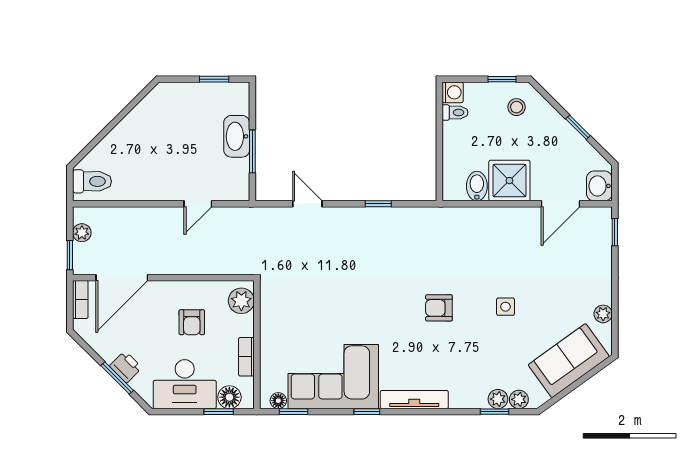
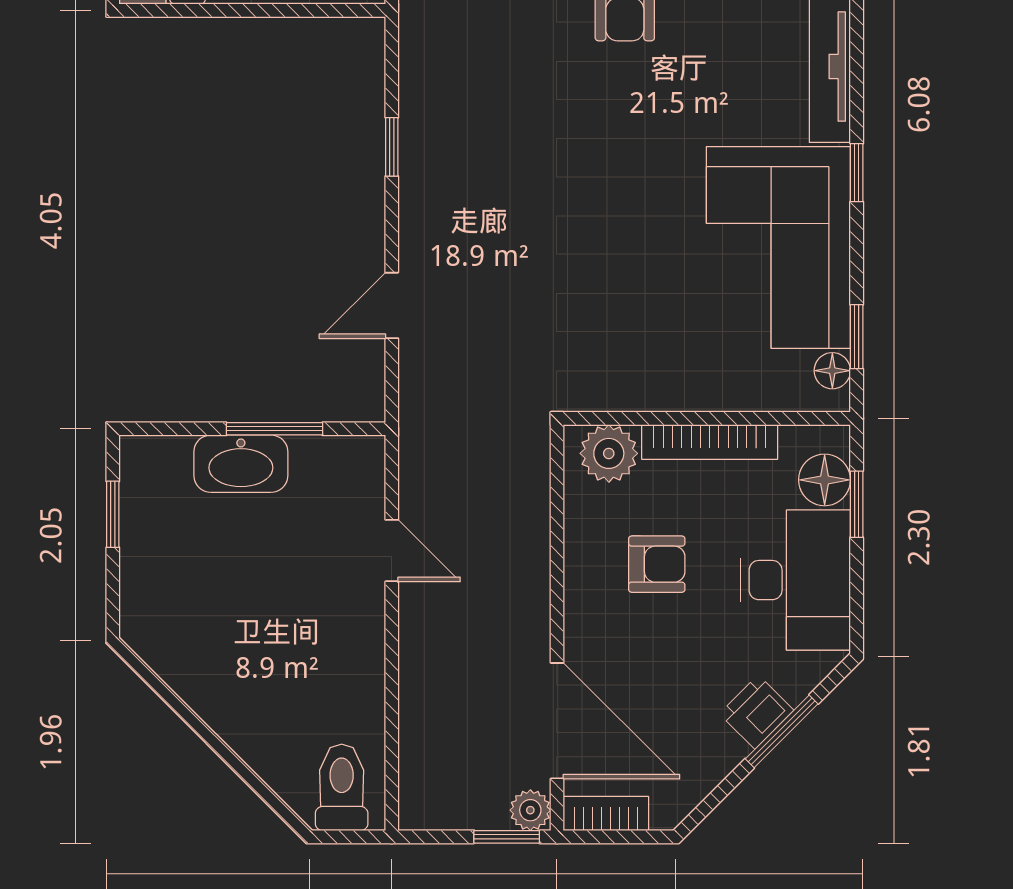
plant: (82, 233) -> (530, 810), moved
bookcase: (246, 357) -> (710, 442), width x1.56

